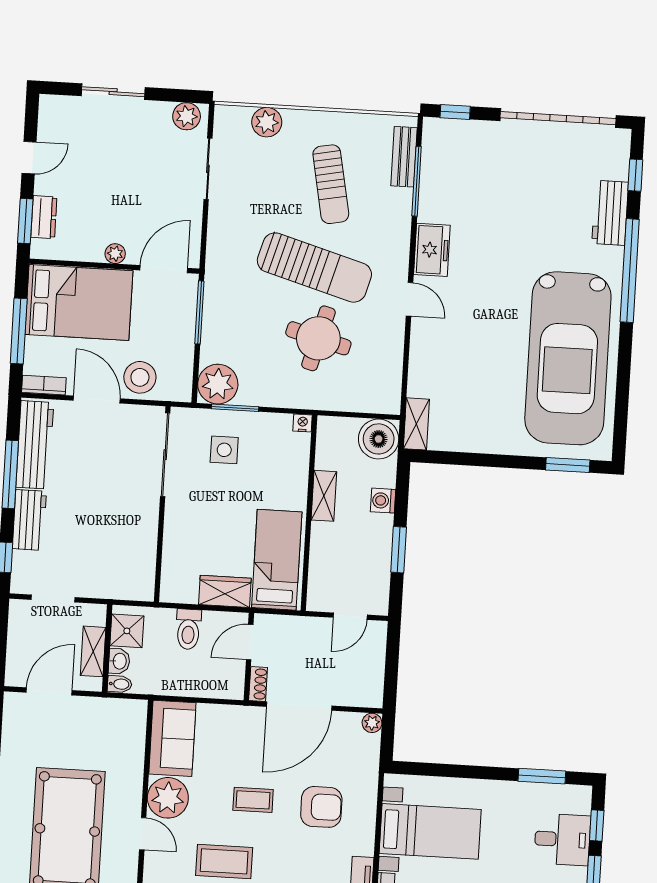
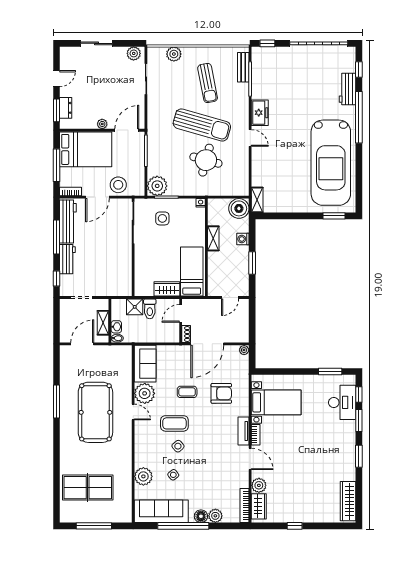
door: (97, 400) -> (97, 197), swing flipped
shower: (127, 631) -> (135, 307), moved
desk: (562, 839) -> (342, 402), width x1.37

